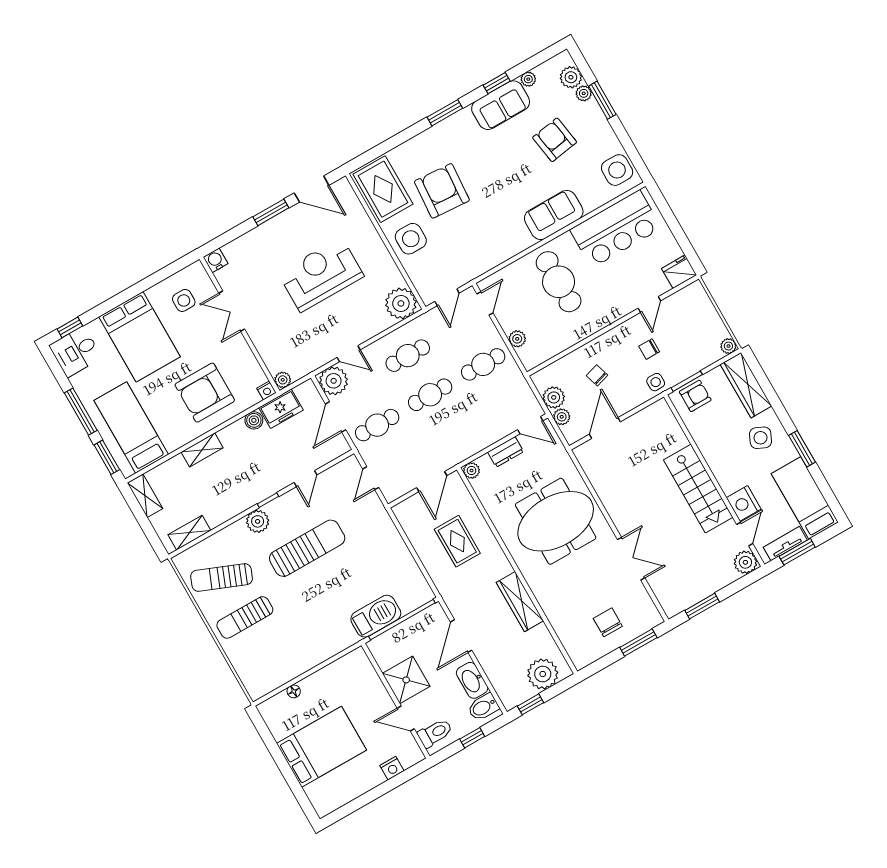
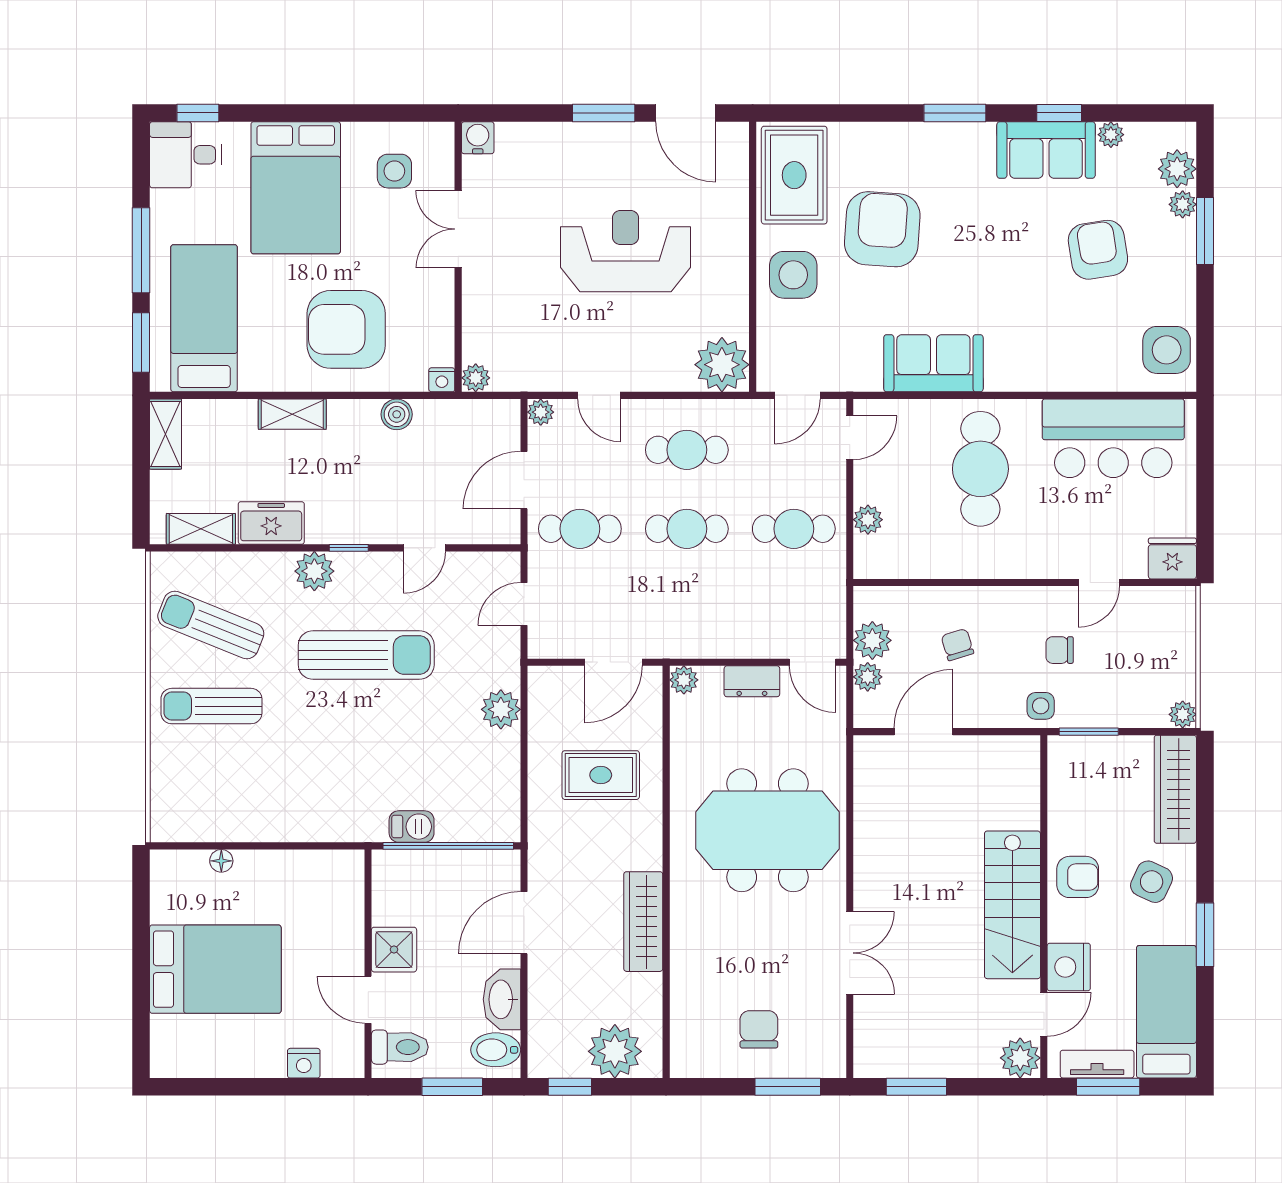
sofa: (554, 215) -> (933, 363), moved
plant: (334, 381) -> (541, 412), width x0.53, depth x0.53
armchair: (695, 396) -> (1078, 877), moved
freezer: (281, 409) -> (271, 523), moved, turned 180
plant: (389, 537) -> (501, 709), added
rug: (457, 541) -> (601, 775), turned 90
barbecue: (376, 616) -> (412, 827), width x0.53, depth x0.65
shower: (406, 680) -> (394, 950), width x0.73, depth x0.73
window: (472, 738) -> (452, 1087), width x1.50

